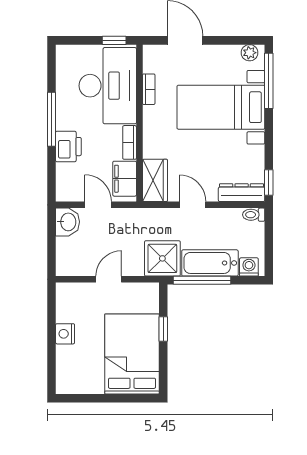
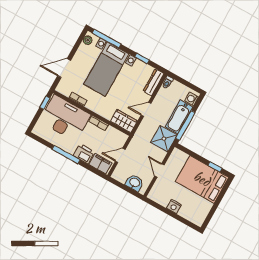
filing cabinet: (125, 179) -> (100, 164), moved, turned 180
window: (269, 182) -> (142, 58), moved
washbasin: (68, 222) -> (134, 183), moved
window: (163, 329) -> (215, 167), moved

